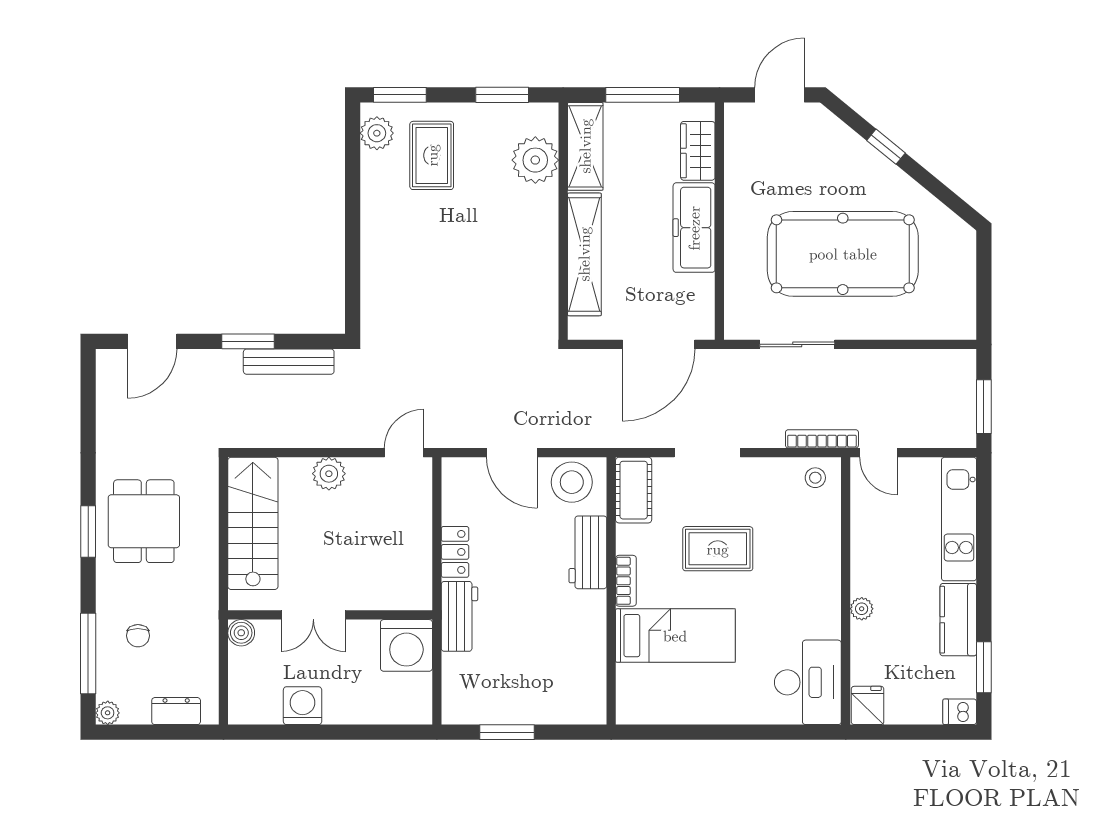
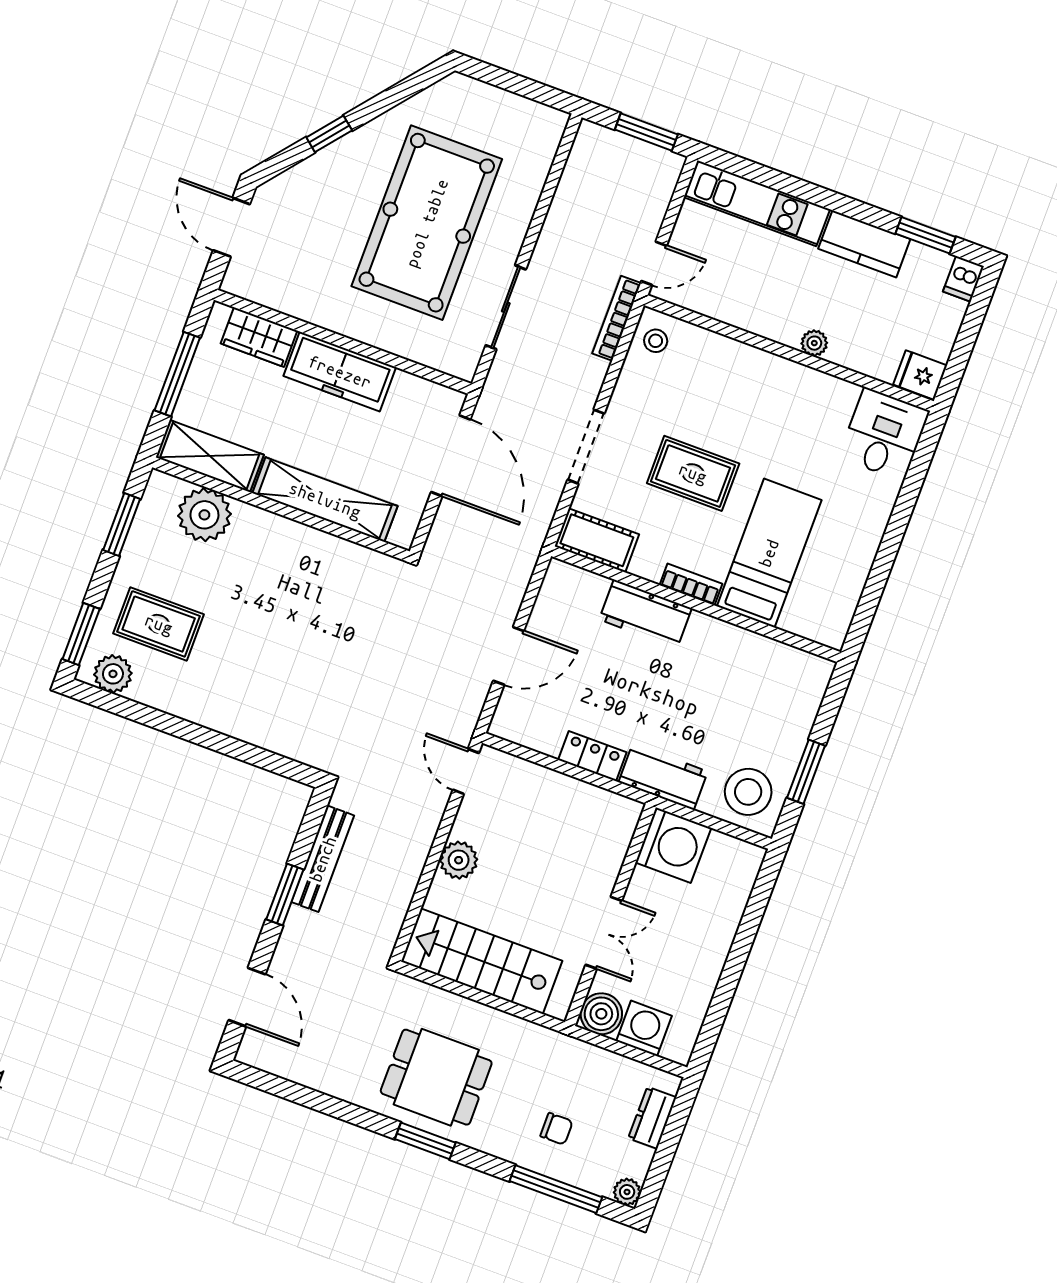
stool: (572, 482) -> (748, 792), moved
rug: (718, 549) -> (693, 473), turned 90
boiler: (241, 633) -> (601, 1014), width x1.36, depth x1.36
desk: (808, 682) -> (884, 434), width x0.73
washing machine: (303, 706) -> (644, 1028), moved, turned 90

